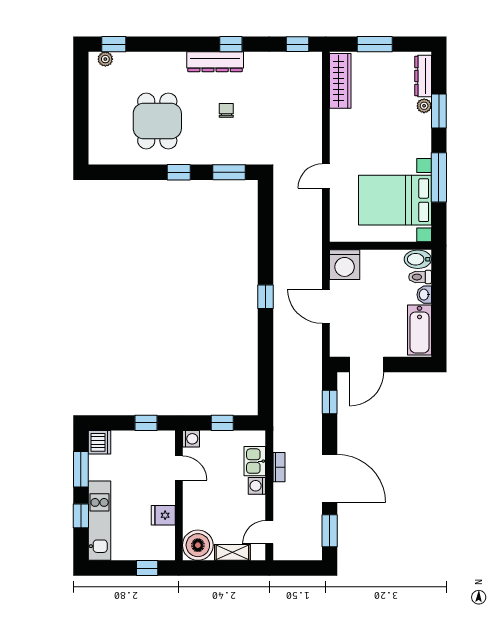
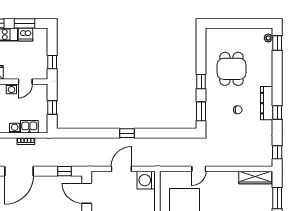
dining table: (157, 121) -> (231, 69), turned 90
door: (326, 176) -> (199, 169), swing flipped
washing machine: (191, 439) -> (11, 89), moved
dishwasher: (99, 442) -> (25, 34), moved

